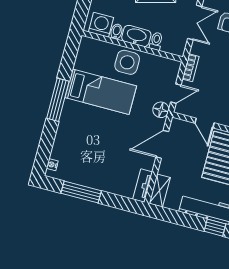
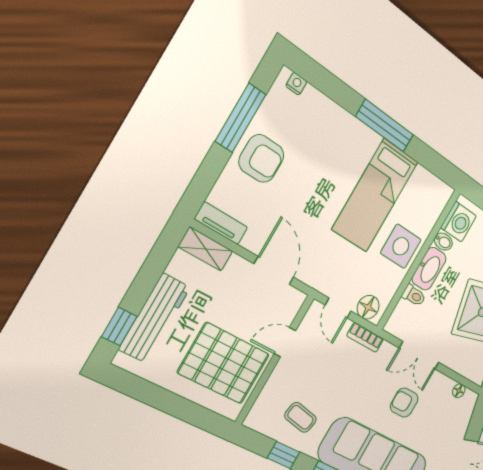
floor lamp: (161, 110) -> (368, 307), moved
armchair: (100, 173) -> (261, 159), added

